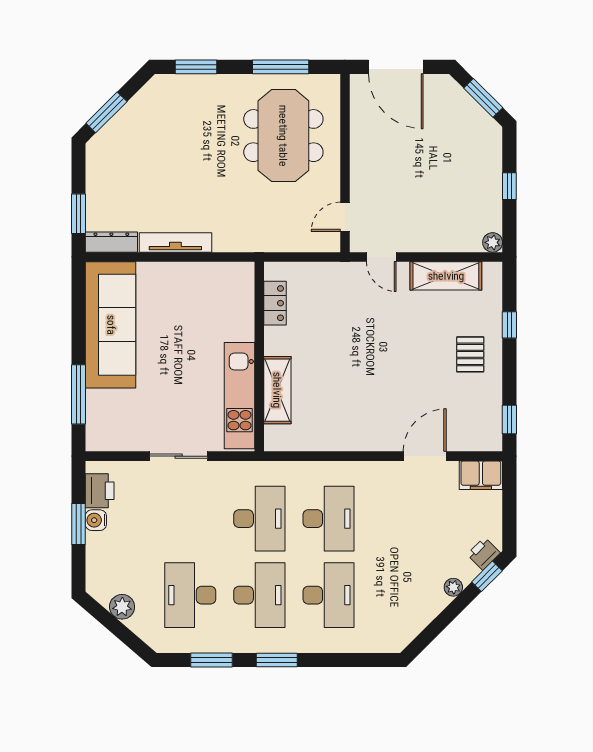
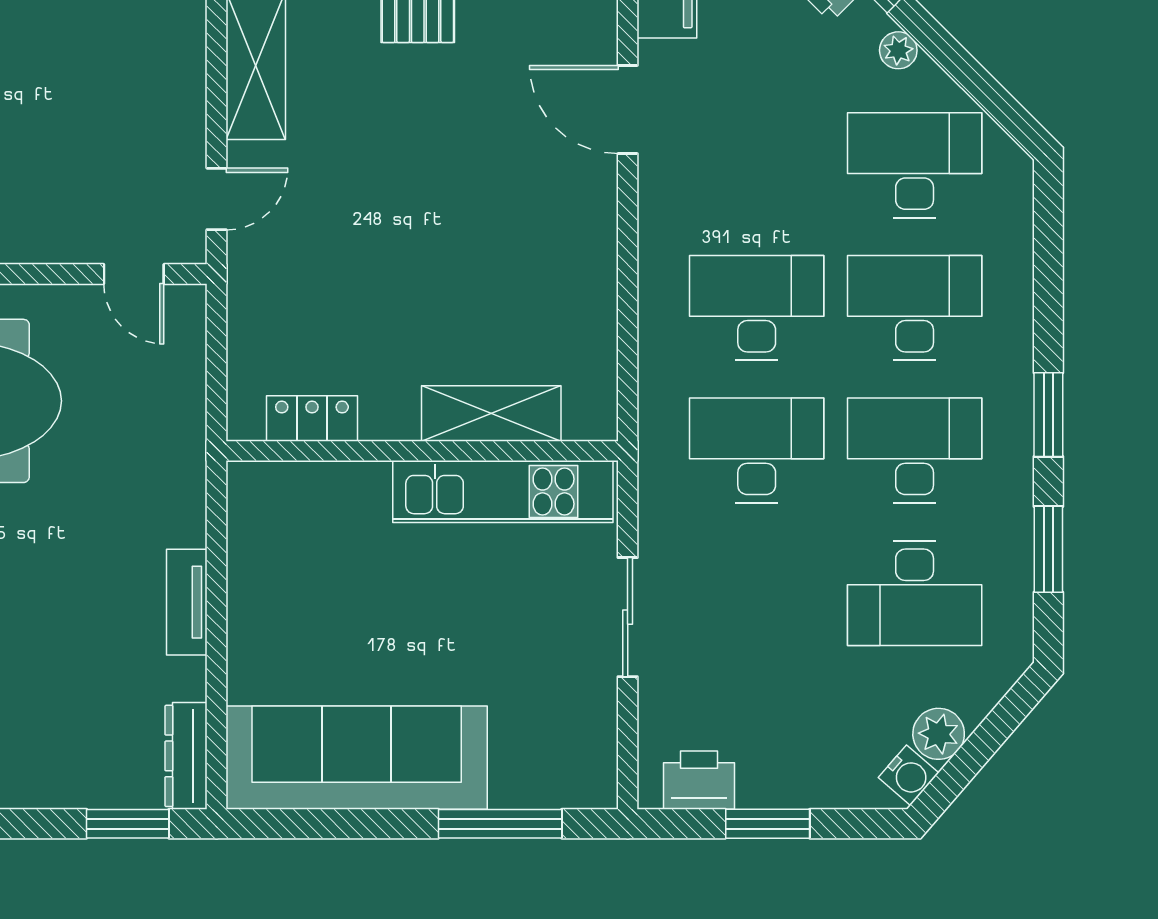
tv unit: (175, 242) -> (187, 602), width x0.71
water cooler: (96, 520) -> (908, 775), moved, turned -49
desk: (398, 595) -> (915, 165), added

